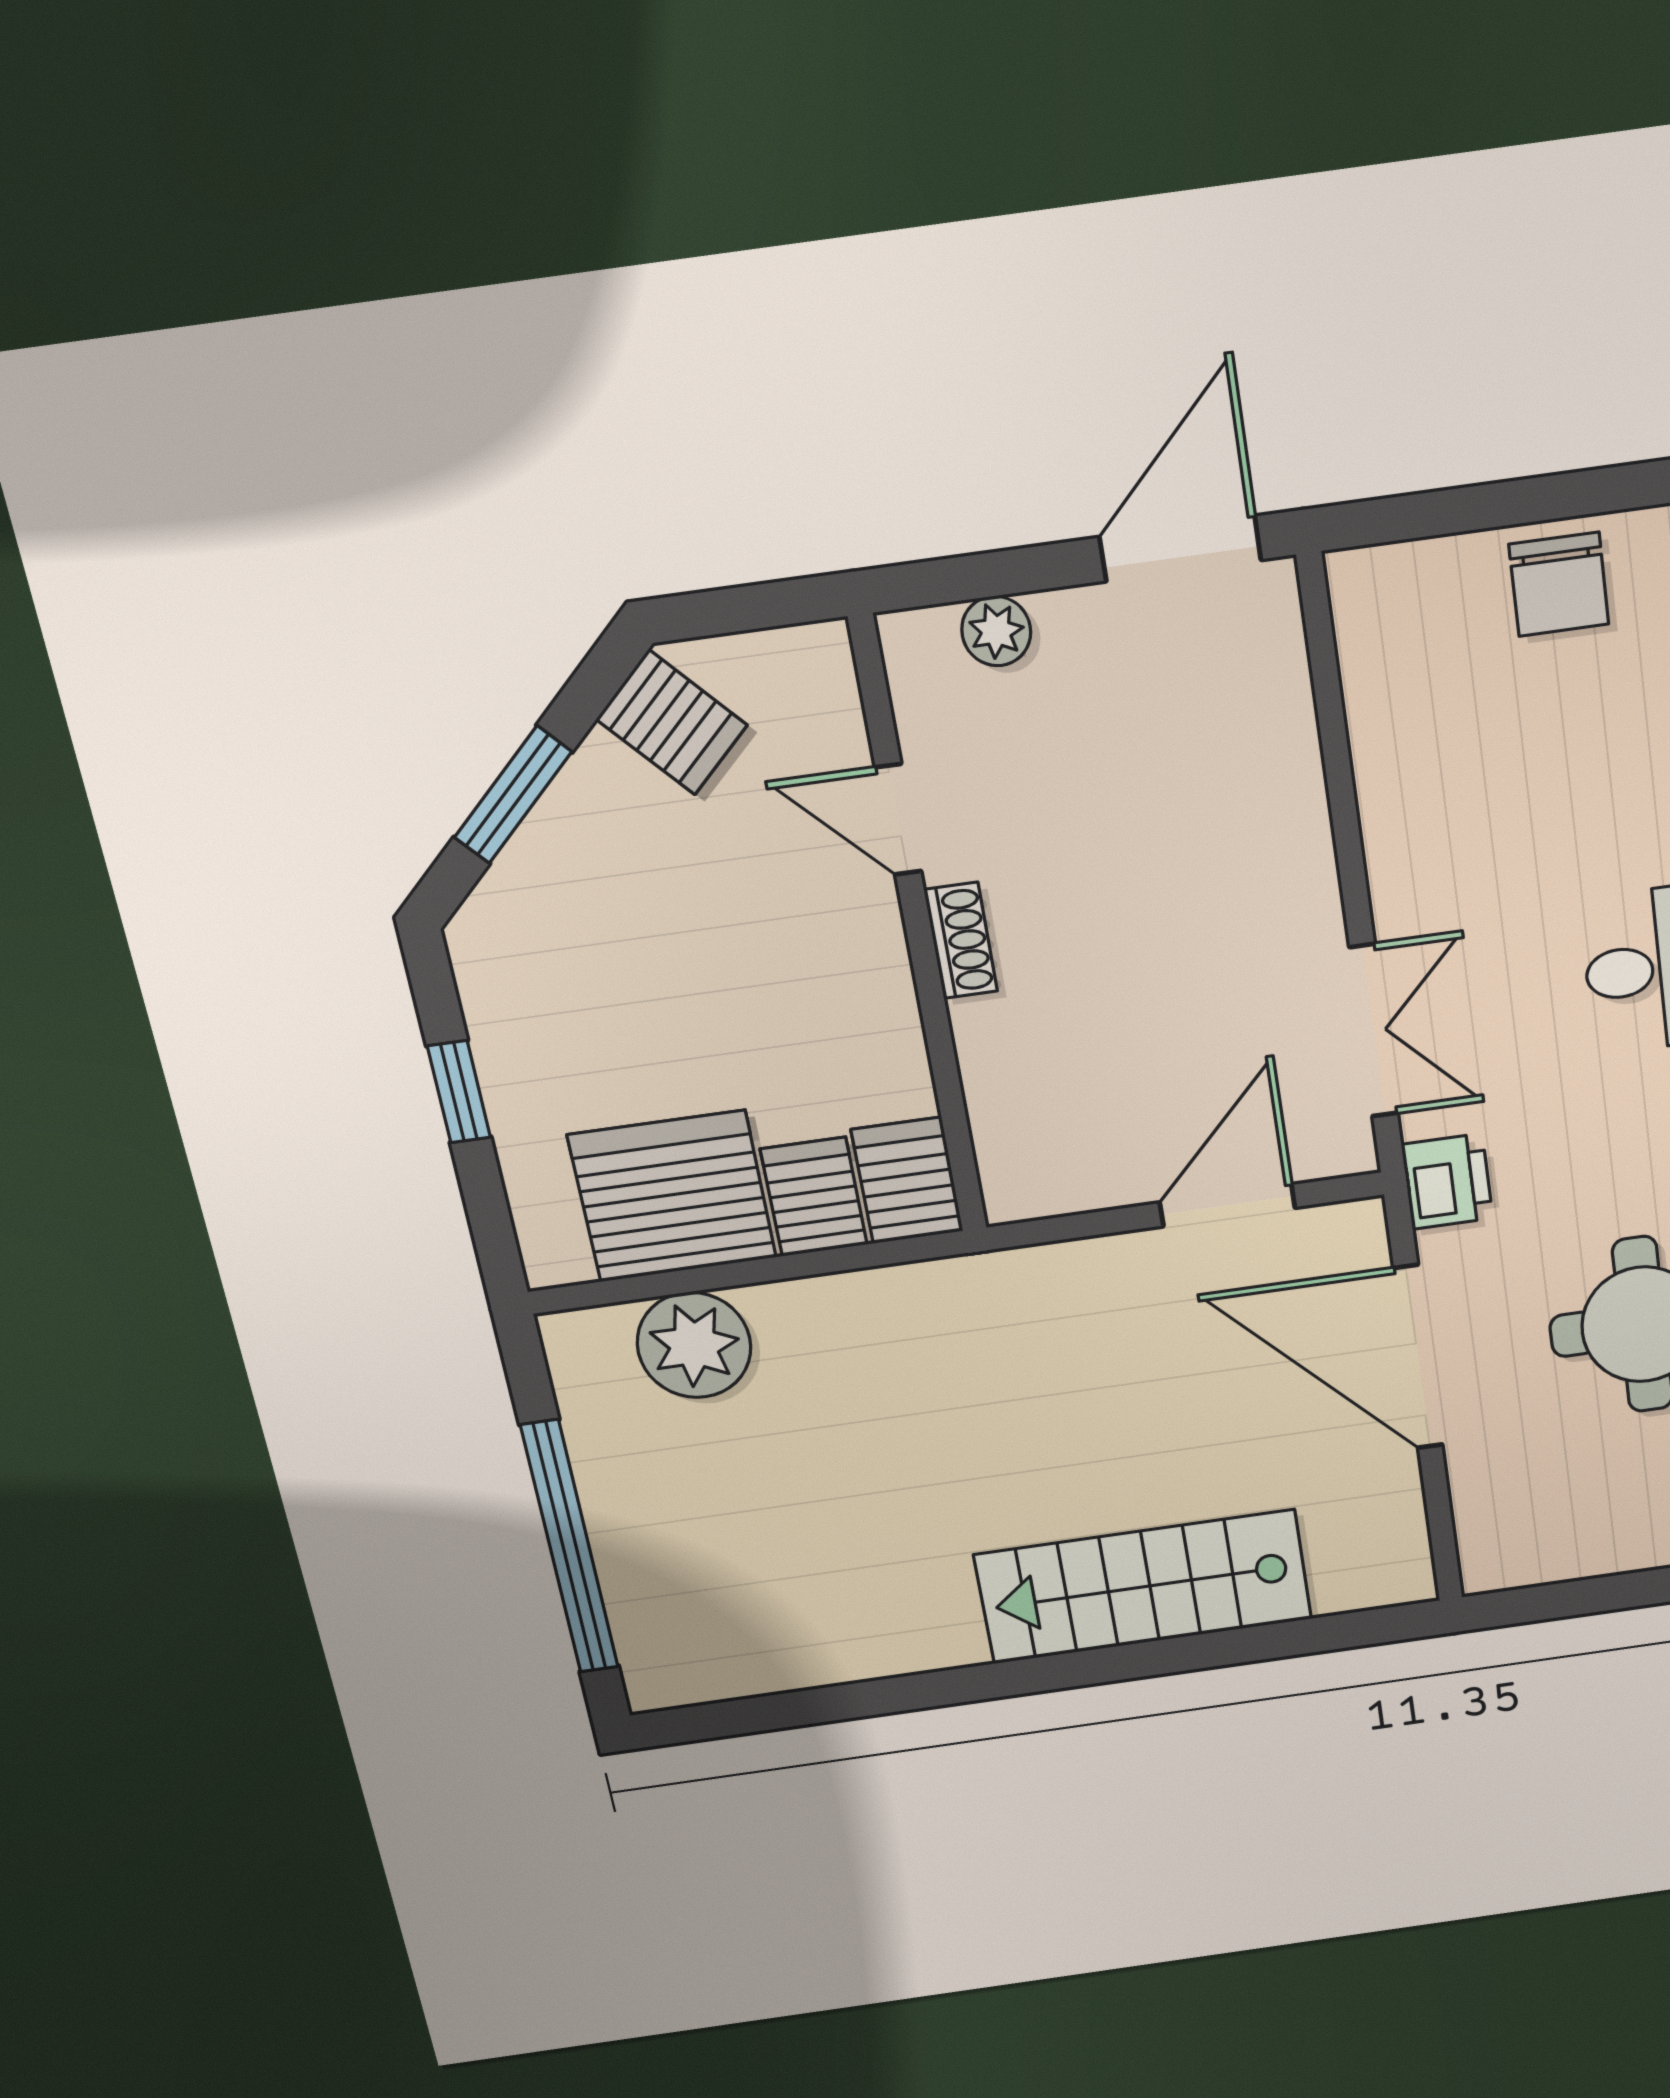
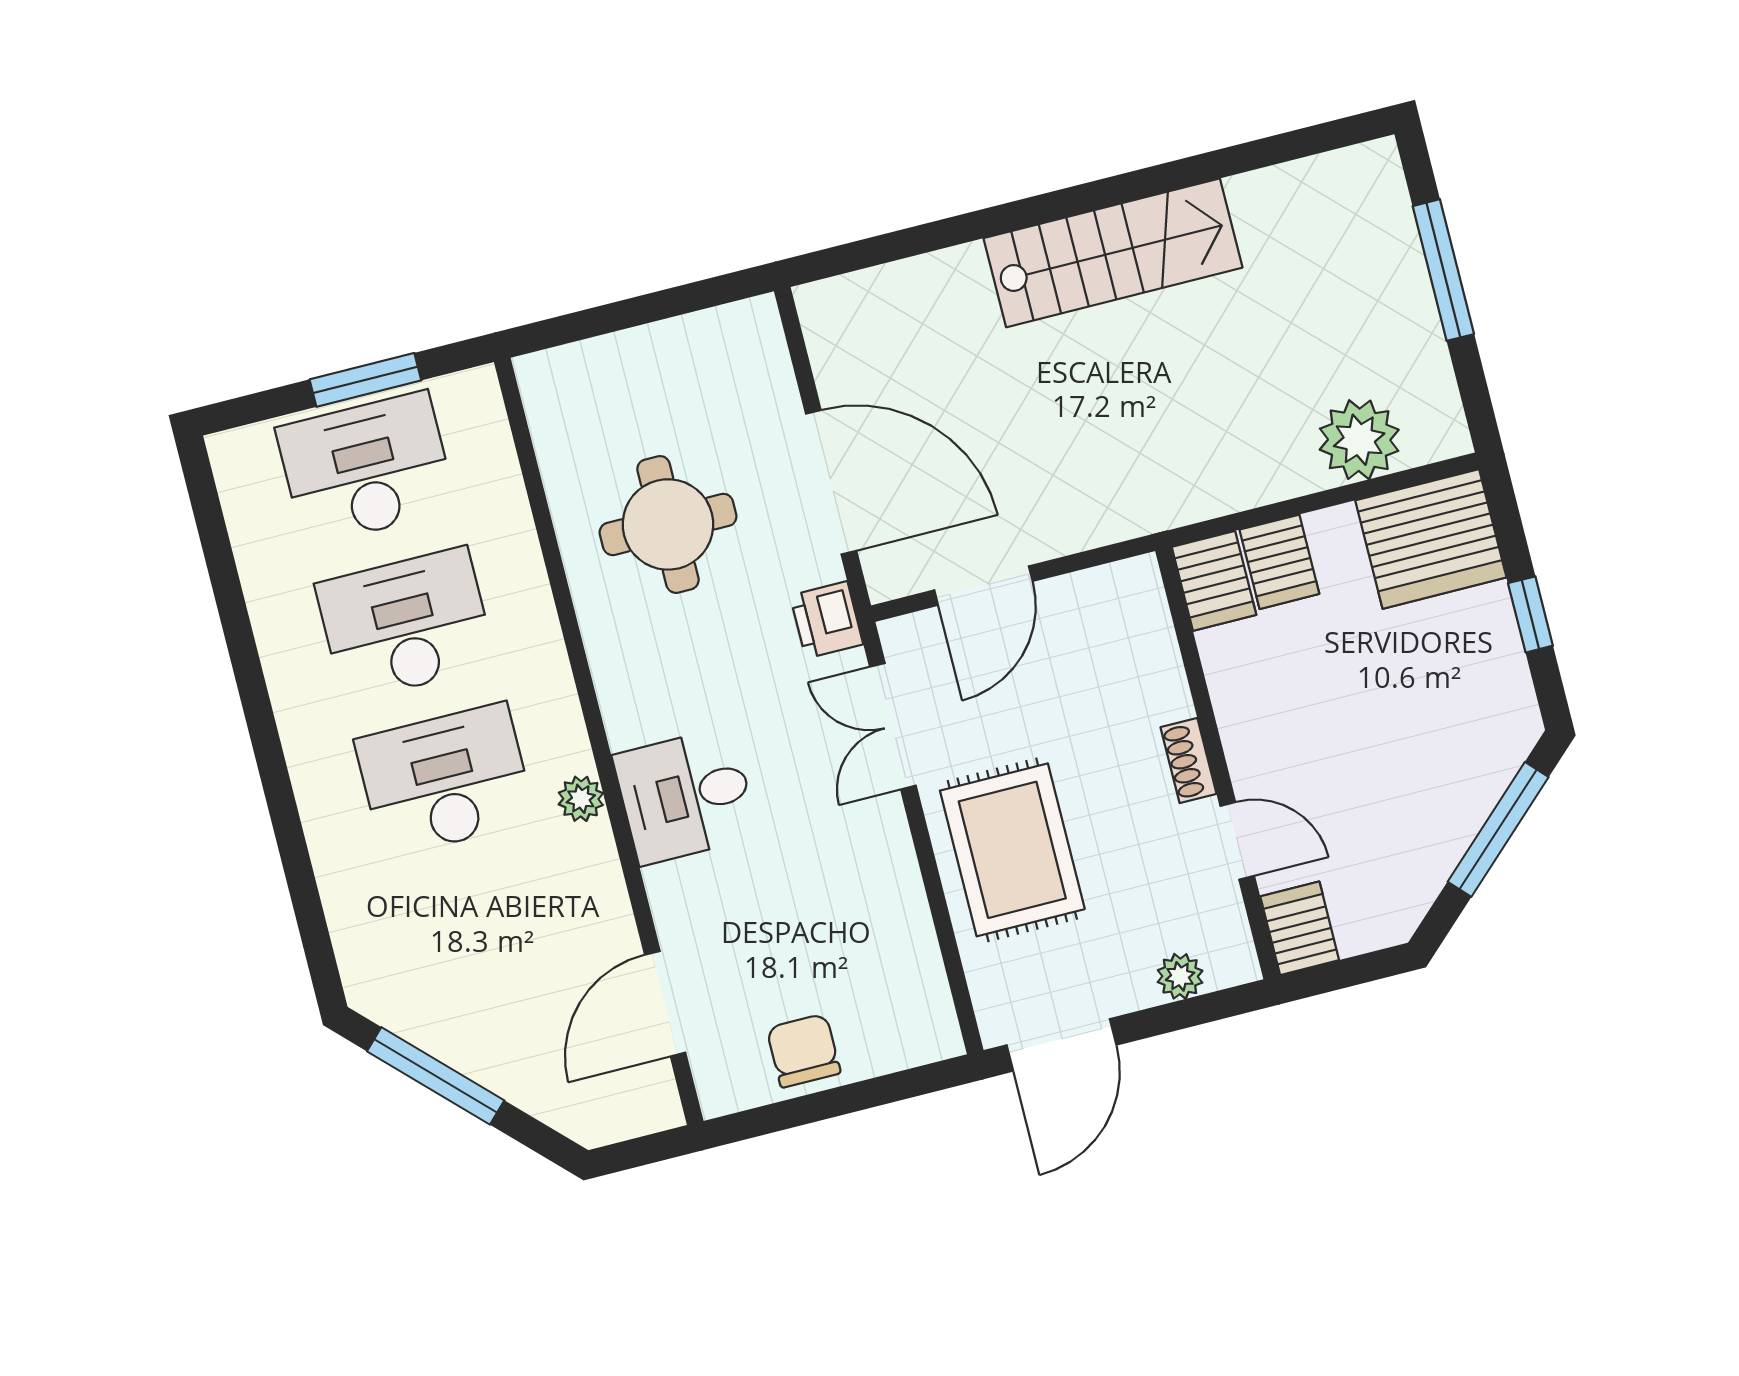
server rack: (672, 722) -> (1300, 928), moved, turned 43
window: (513, 795) -> (1498, 829), width x1.44
rug: (1224, 842) -> (1012, 850), added
server rack: (672, 1196) -> (1431, 539), moved
window: (570, 1547) -> (1443, 270), width x0.68
stairs: (1144, 1587) -> (1113, 253), moved

